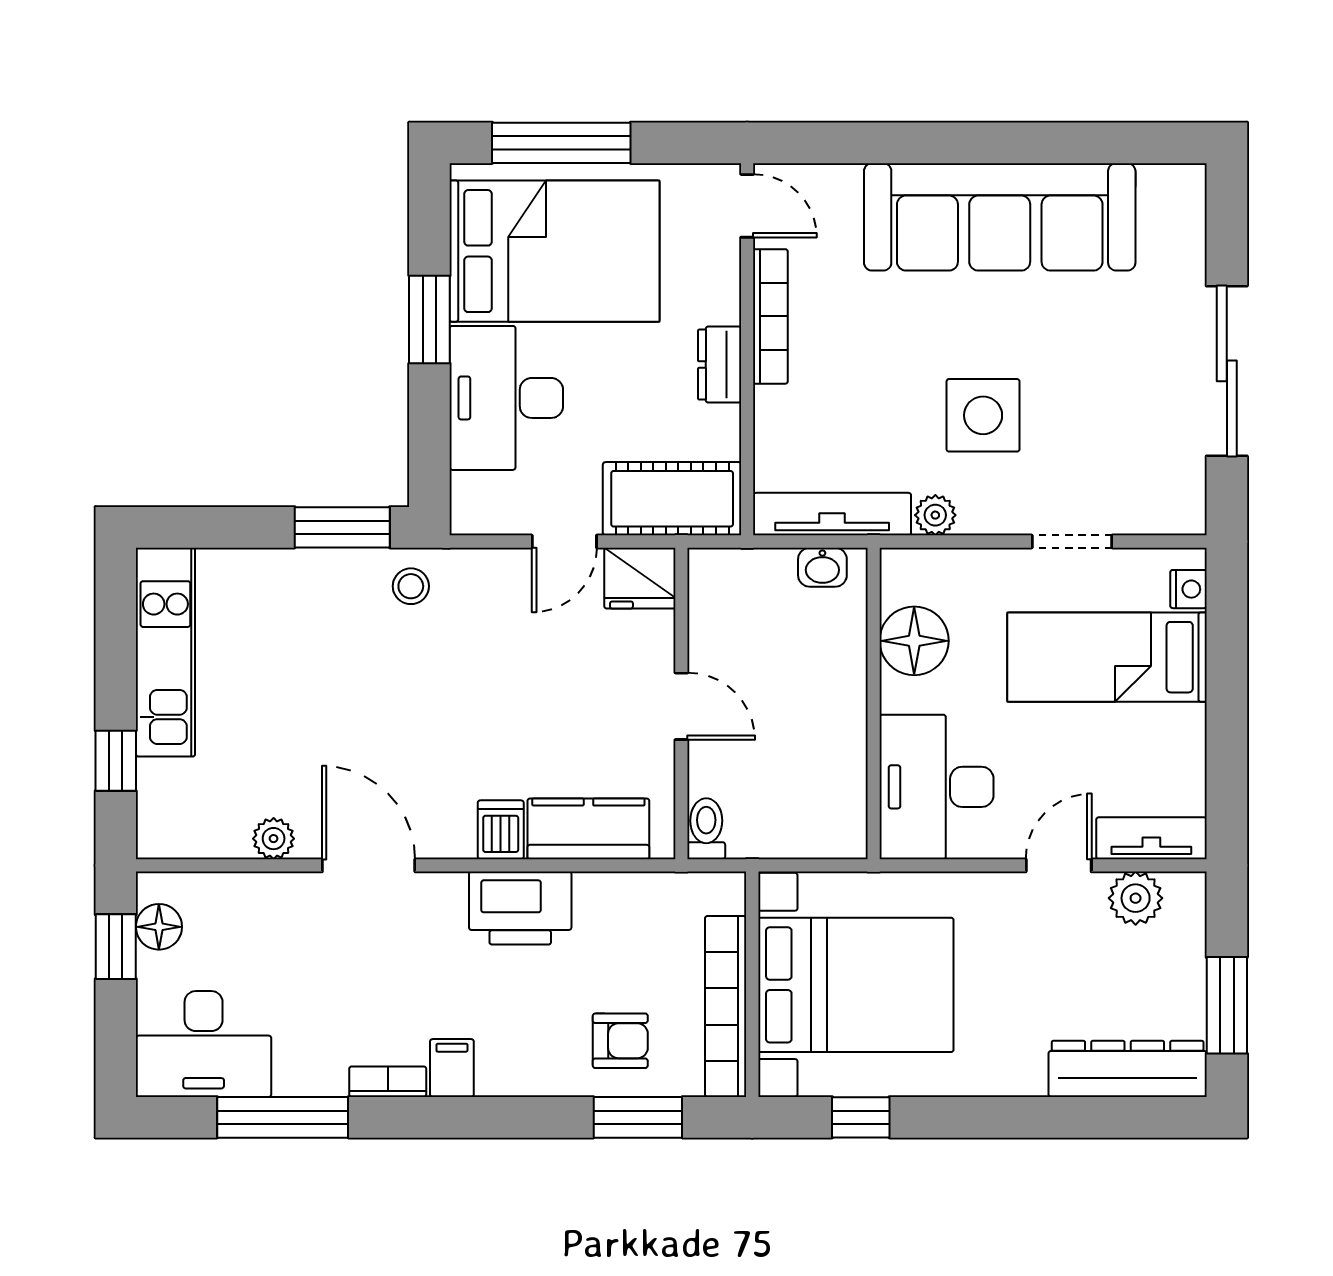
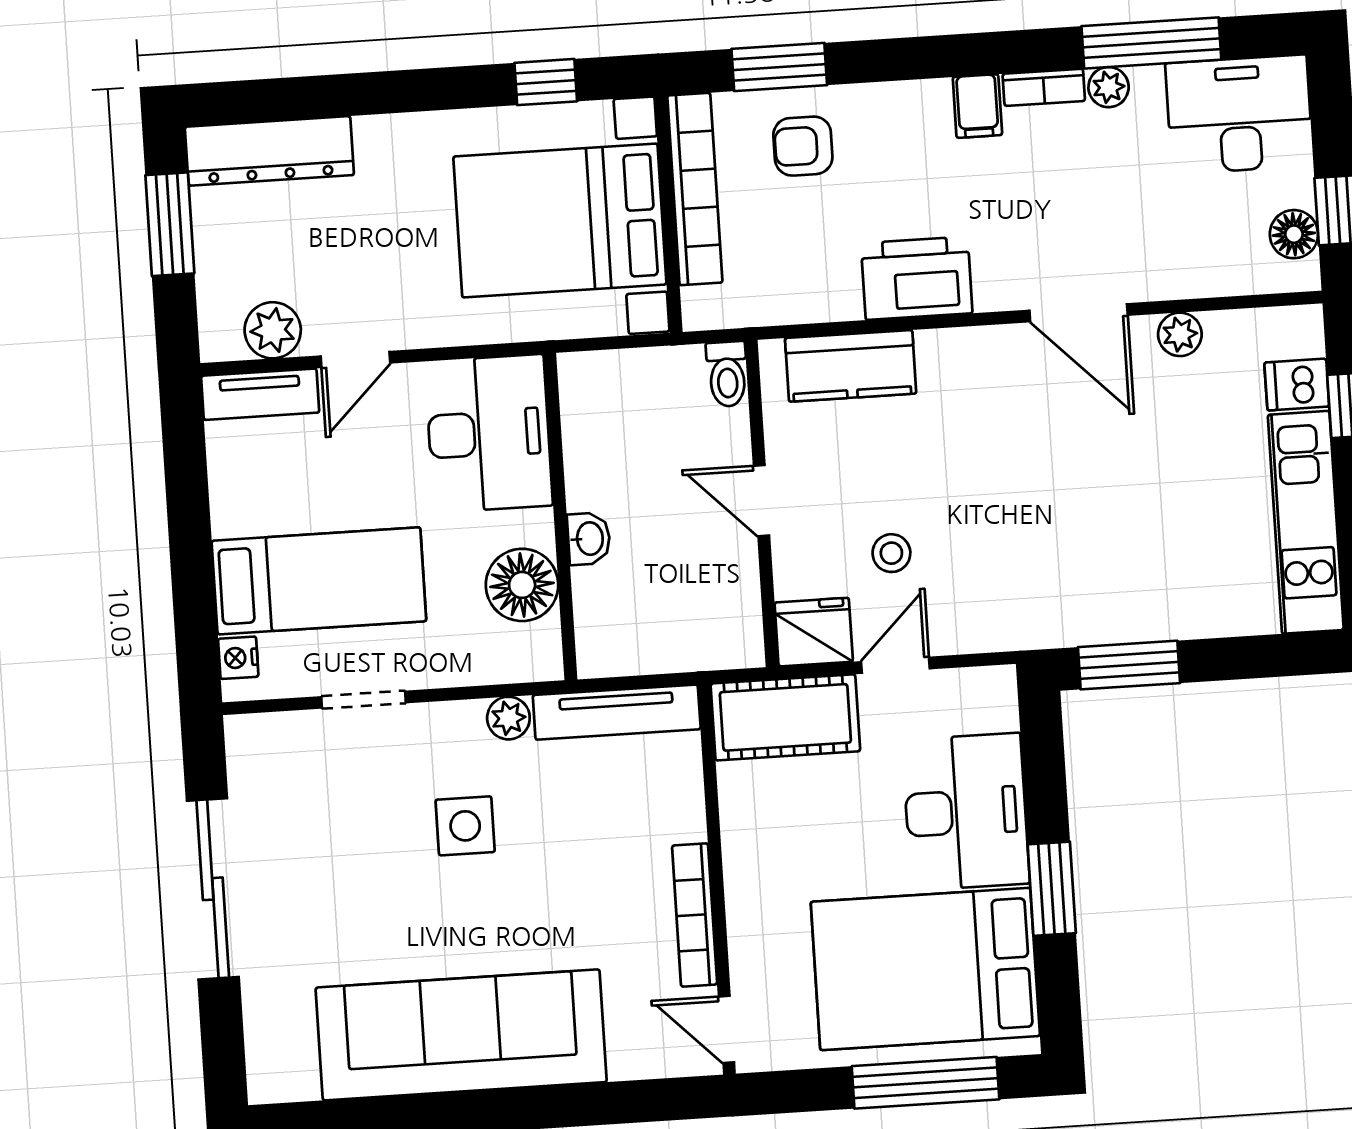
dresser: (720, 365) -> (745, 861), removed
side table: (983, 415) -> (465, 826), width x0.73, depth x0.73
washbasin: (822, 567) -> (589, 539), moved, turned 90
stool: (411, 586) -> (891, 553), moved
dishwasher: (501, 830) -> (1297, 385), moved, turned 90
plant: (326, 1078) -> (1109, 87), added

